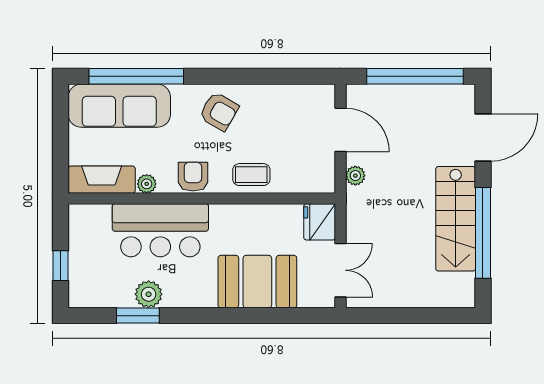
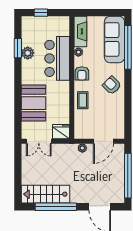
armchair: (219, 111) -> (112, 85), turned 105
armchair: (193, 177) -> (82, 73), turned 90
stairs: (456, 219) -> (46, 194), moved

